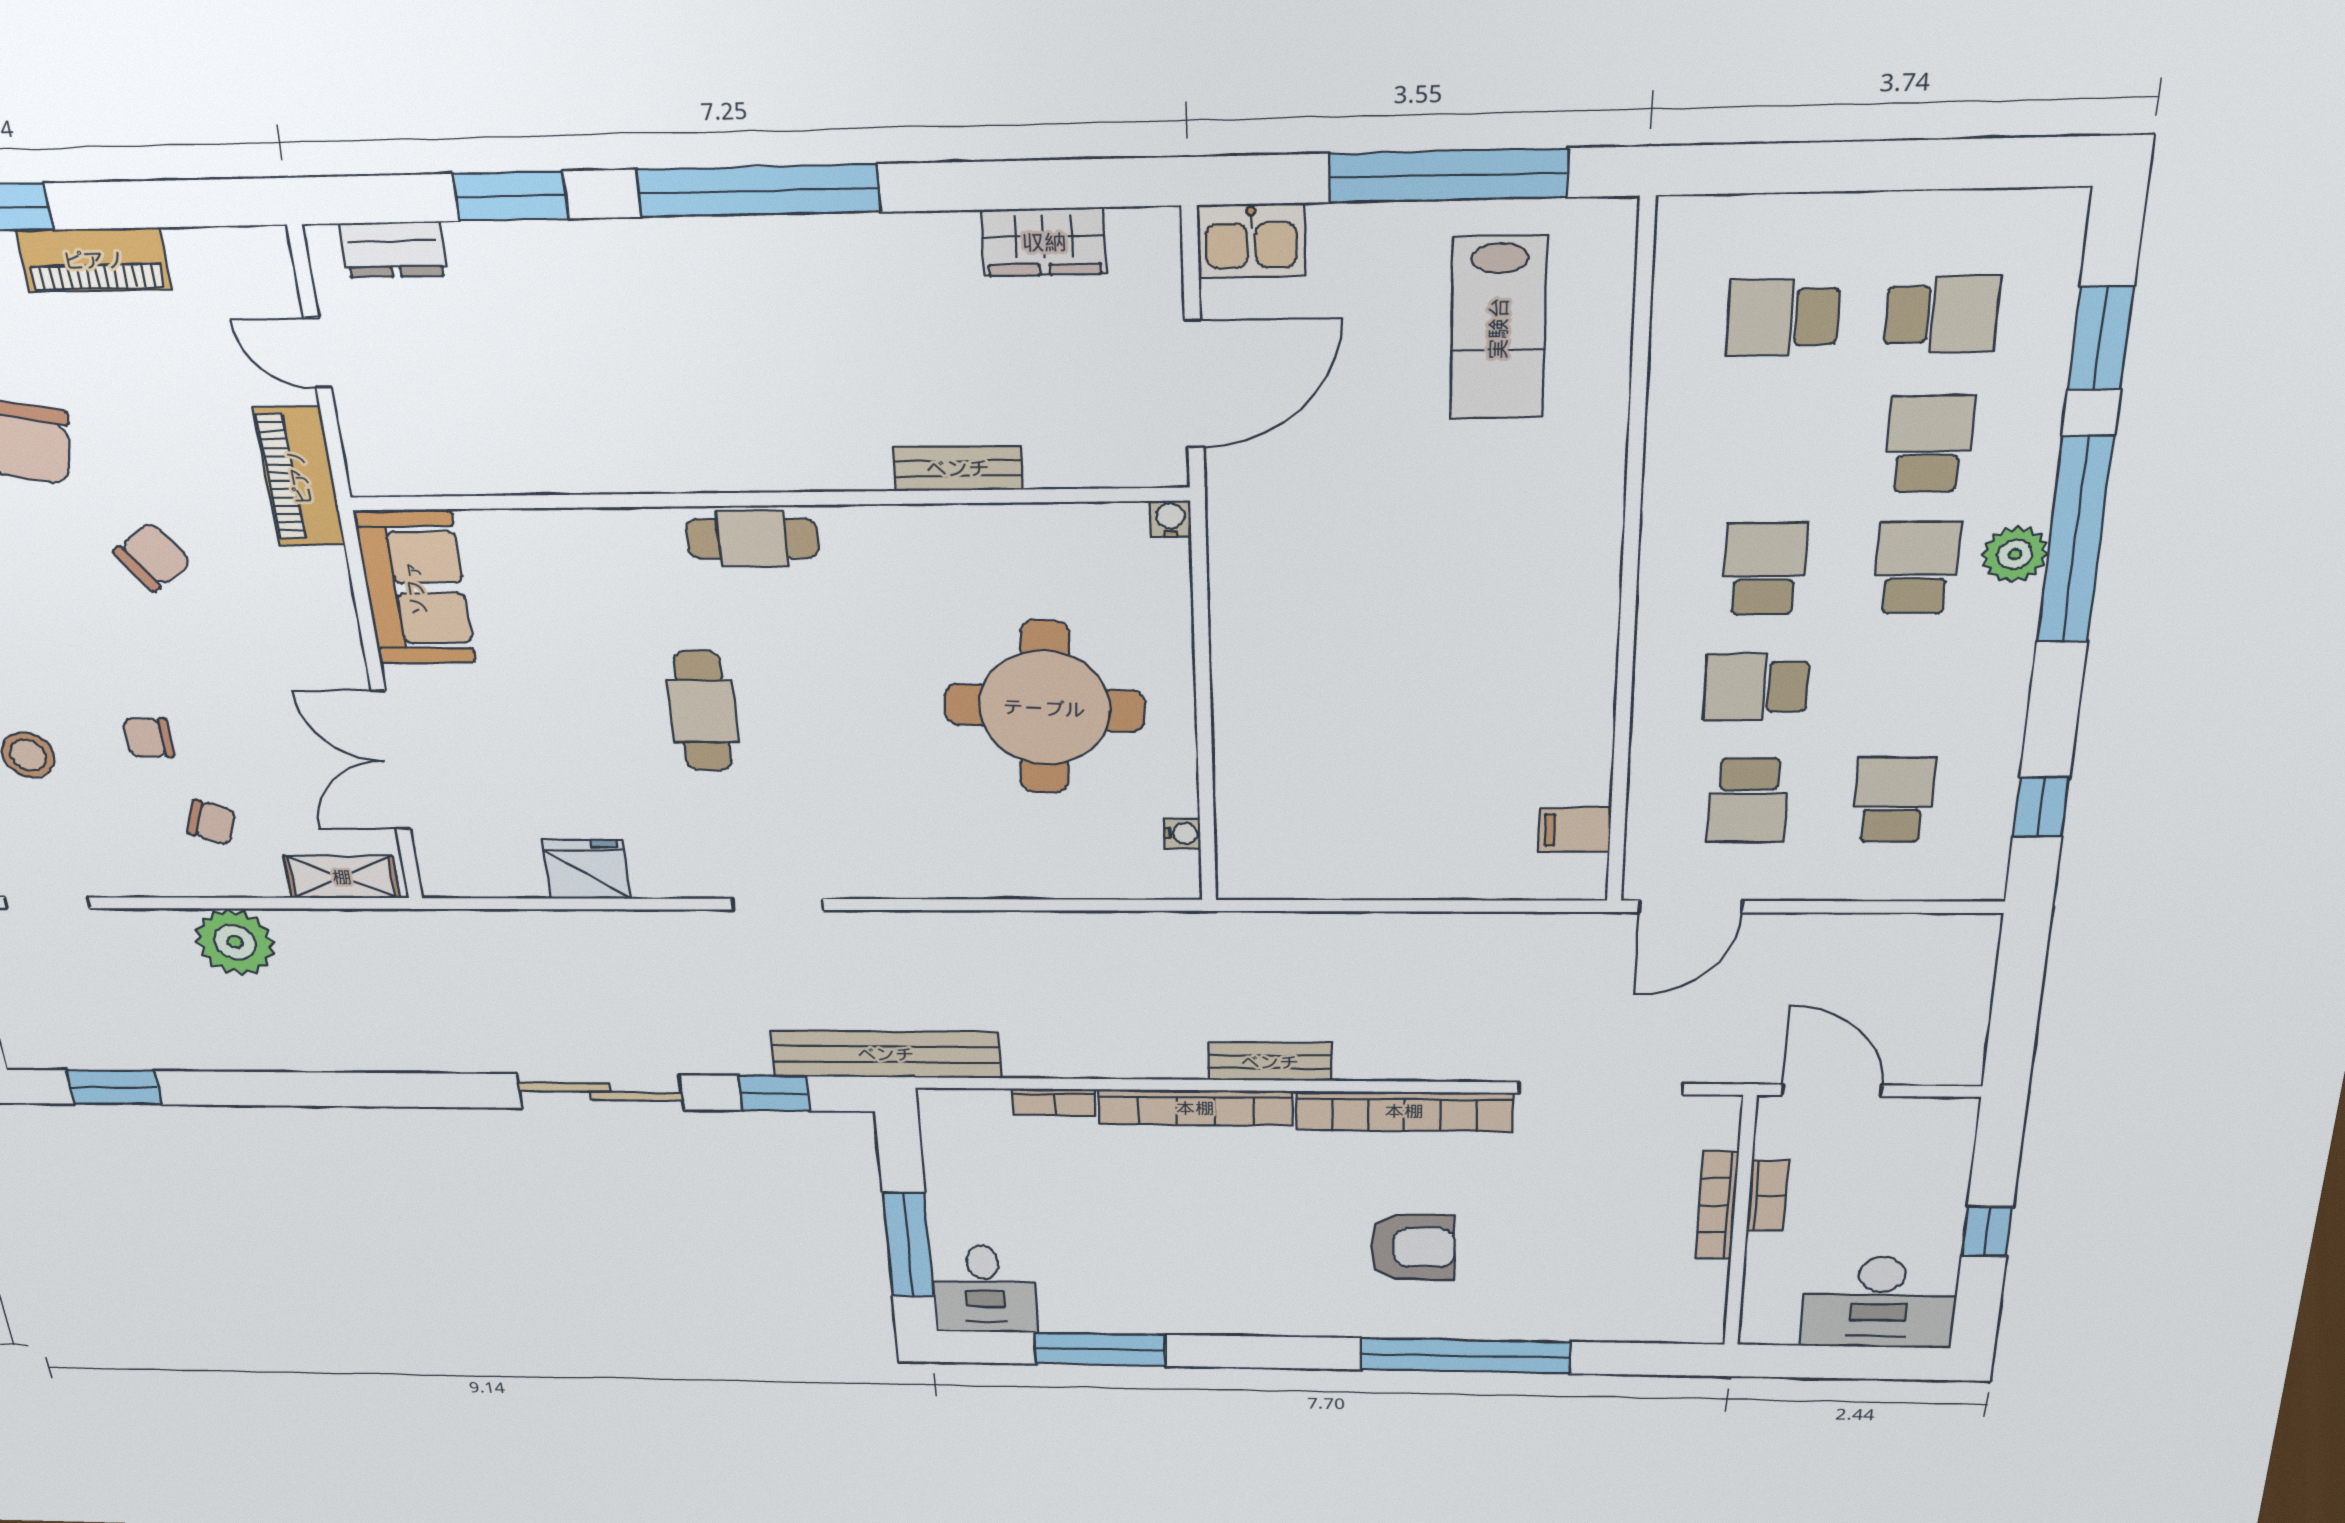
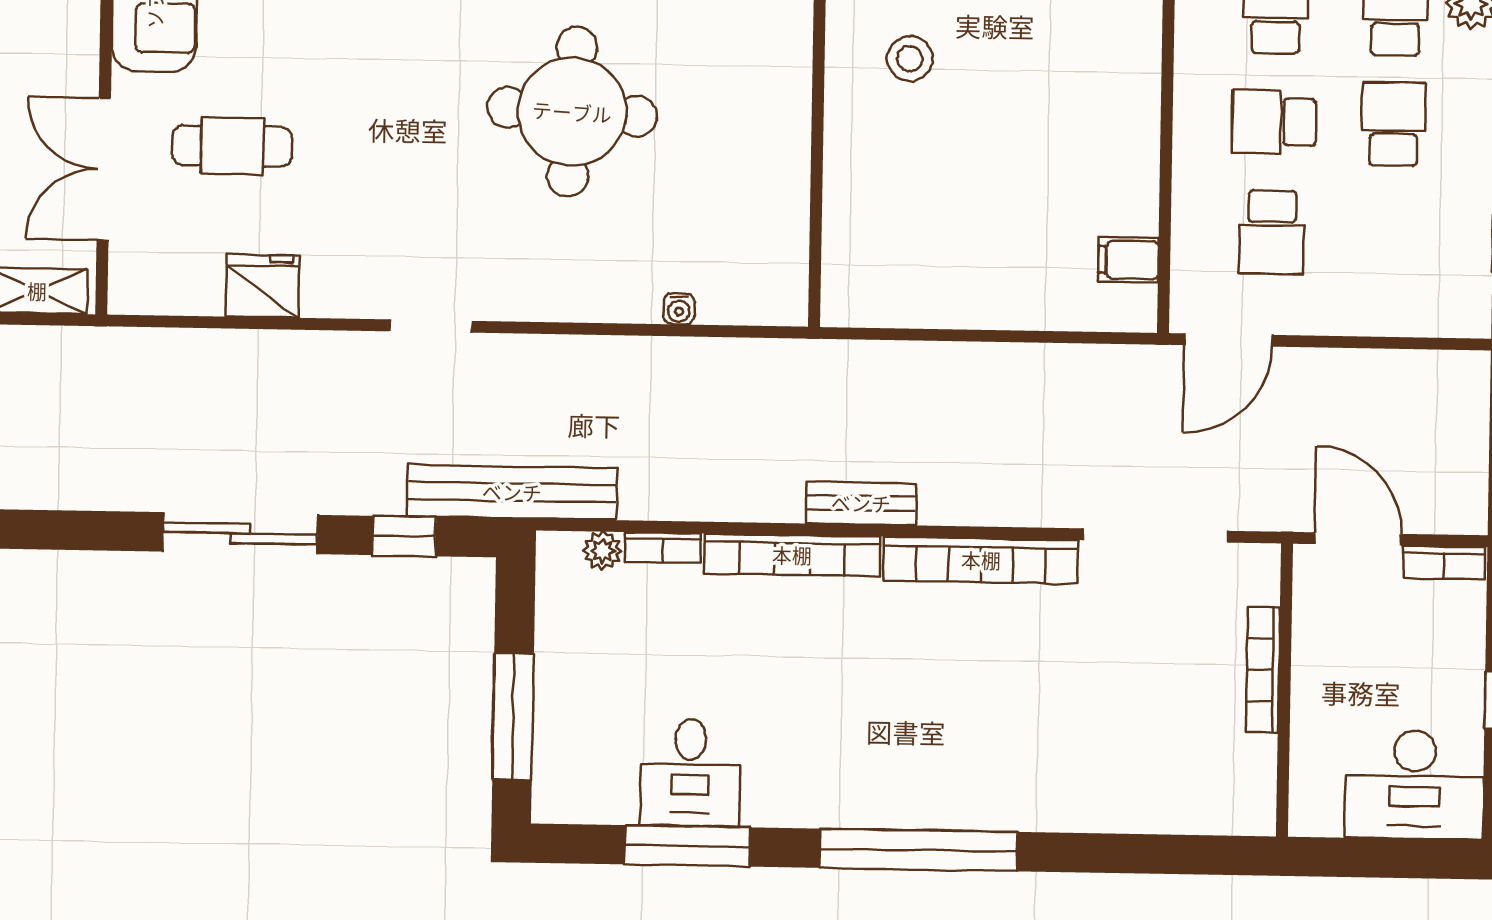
stool: (1311, 630) -> (910, 59), added
round table: (1044, 708) -> (572, 112), moved
cafe table: (703, 711) -> (232, 146), moved, turned 90
school desk: (1893, 800) -> (1394, 124), moved
water cooler: (1182, 833) -> (679, 309), moved, turned 90
plant: (989, 1105) -> (602, 551), added
bookcase: (1767, 1196) -> (1444, 563), moved, turned 90
armchair: (1412, 1247) -> (987, 719), removed
desk: (984, 1289) -> (690, 773), moved
window: (1465, 1356) -> (918, 850), moved

